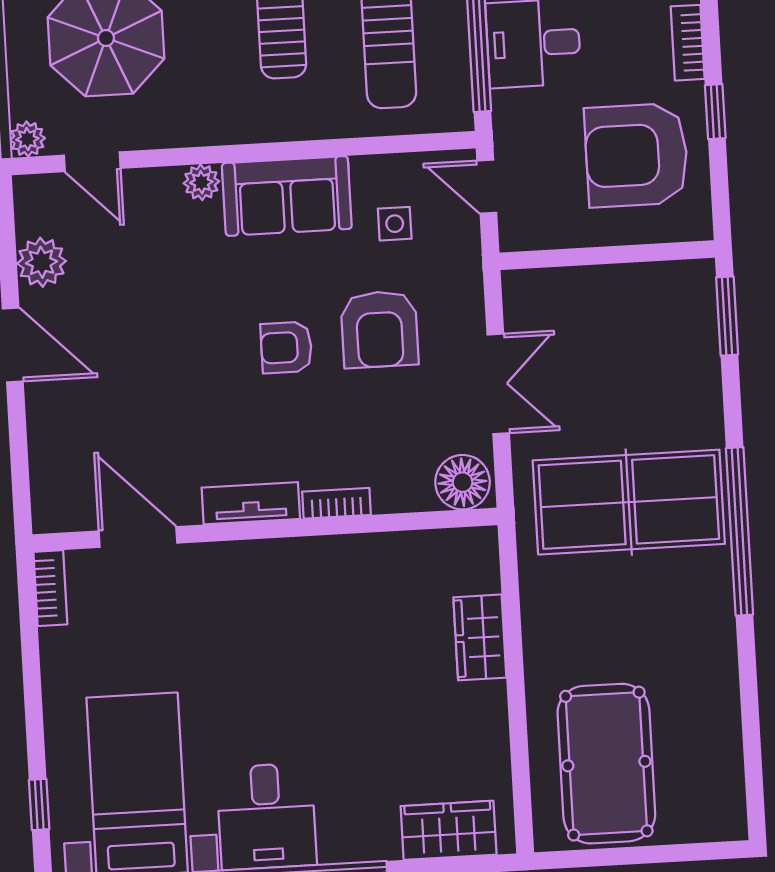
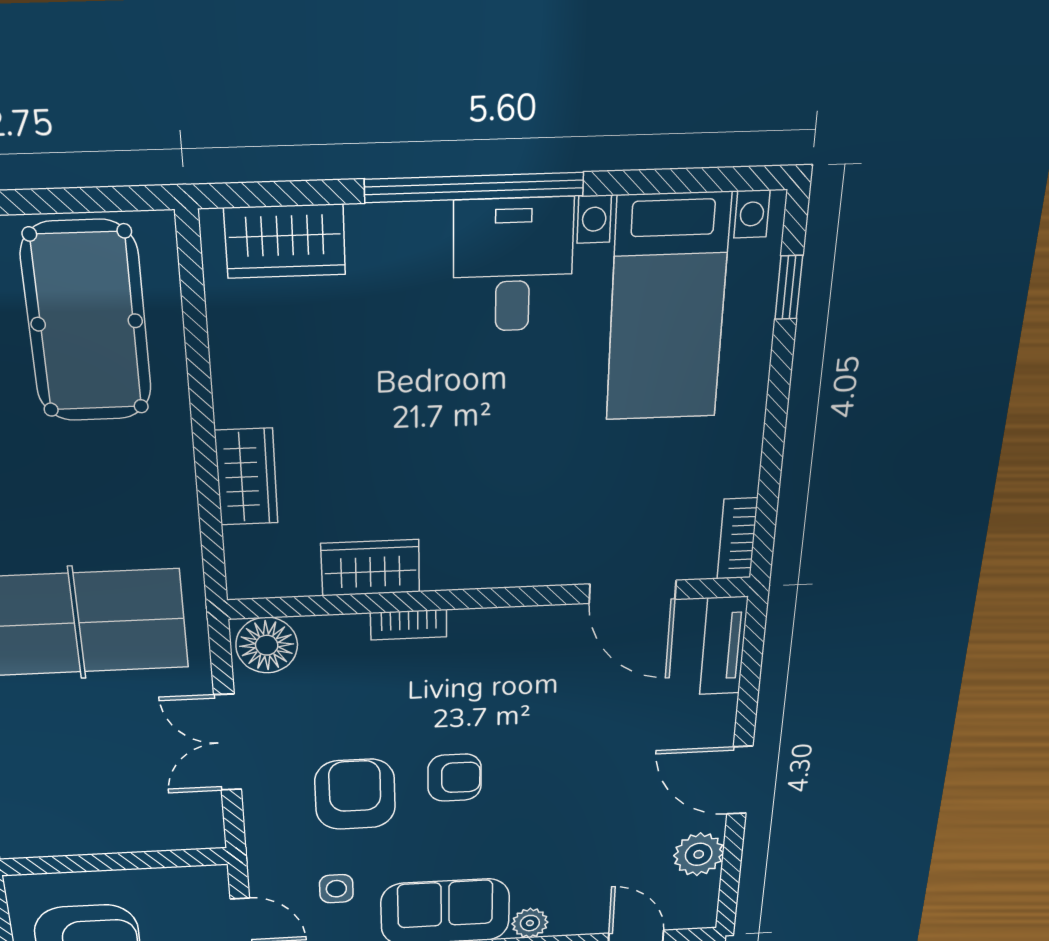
tv unit: (251, 503) -> (724, 646), moved, turned 90
wardrobe: (372, 557) -> (370, 568), added

